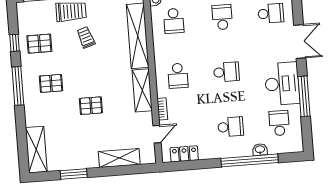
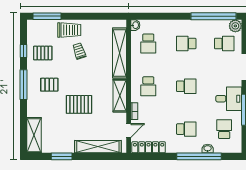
school desk: (222, 17) -> (186, 44), turned -90
desk: (282, 84) -> (229, 99), width x0.73
pallet: (91, 106) -> (79, 104), width x1.50, depth x1.42
locker: (184, 154) -> (149, 147), width x1.53
shelving: (119, 158) -> (98, 147), width x1.47

